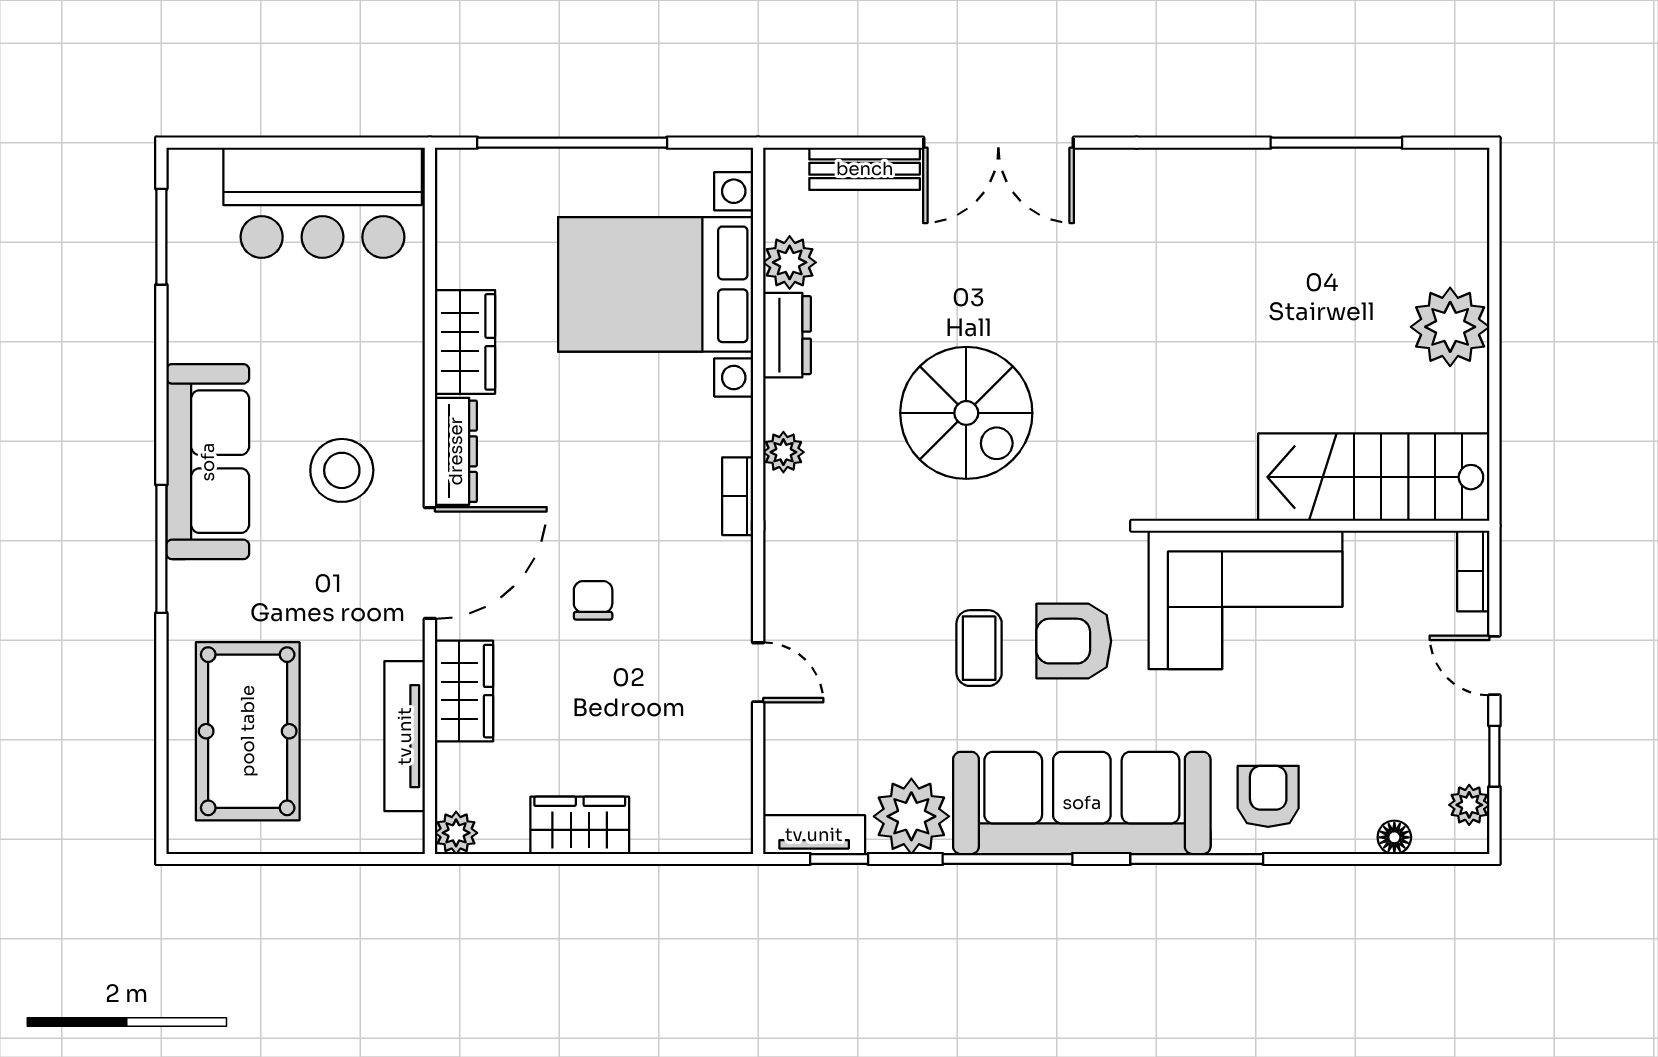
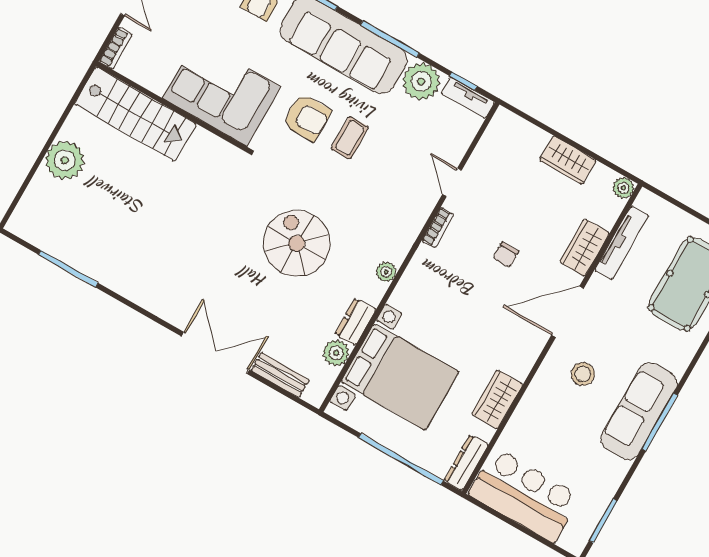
dresser: (456, 451) -> (466, 463), moved
stool: (342, 470) -> (583, 374), width x0.73, depth x0.73
bookcase: (738, 496) -> (438, 228), moved
window: (161, 549) -> (660, 422), moved

